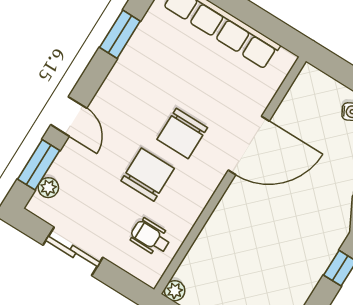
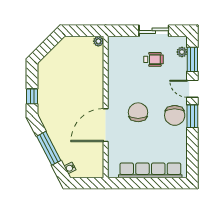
window: (120, 34) -> (192, 116), moved
chair: (148, 175) -> (175, 115), moved
wheelchair: (150, 237) -> (153, 59), moved

